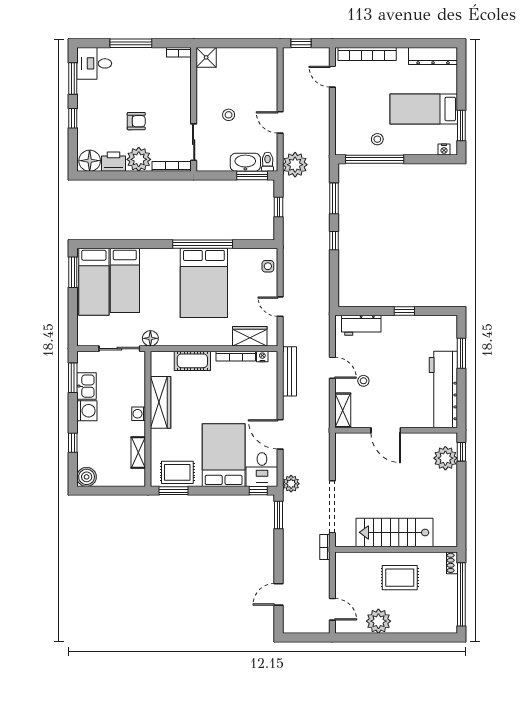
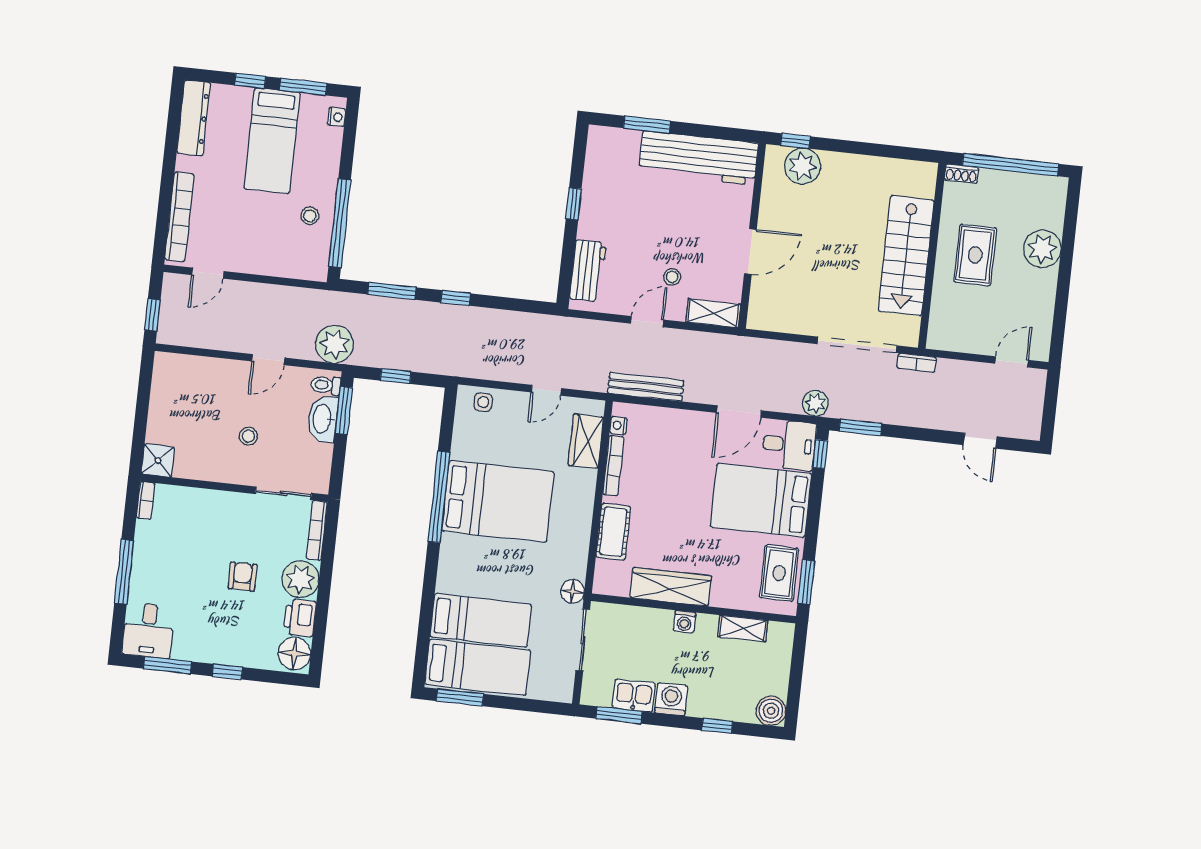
window: (461, 90) -> (250, 81), added
plant: (378, 621) -> (1042, 249), moved

